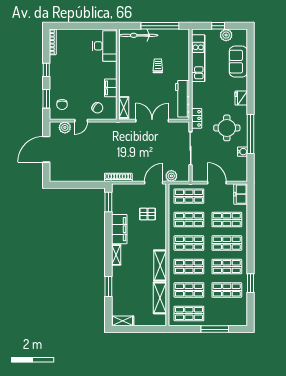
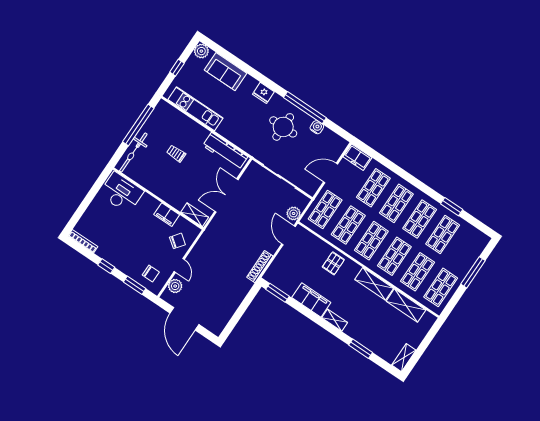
plant: (226, 35) -> (201, 51), moved
locker: (197, 118) -> (254, 150), removed
pallet: (147, 214) -> (333, 263), moved

